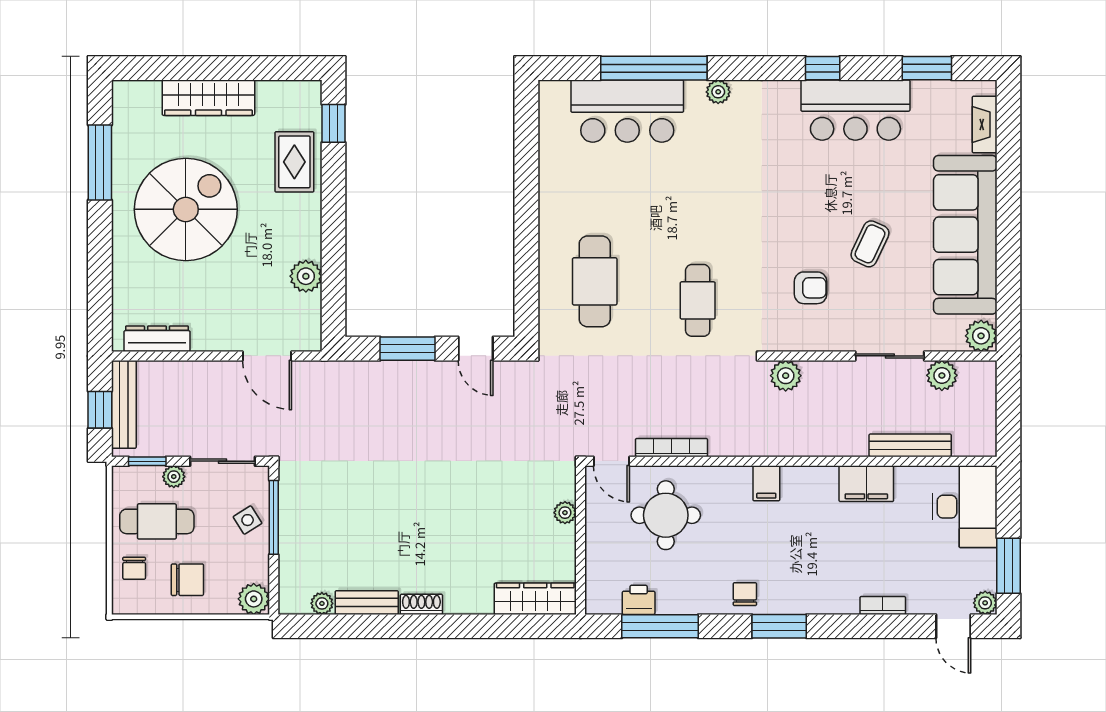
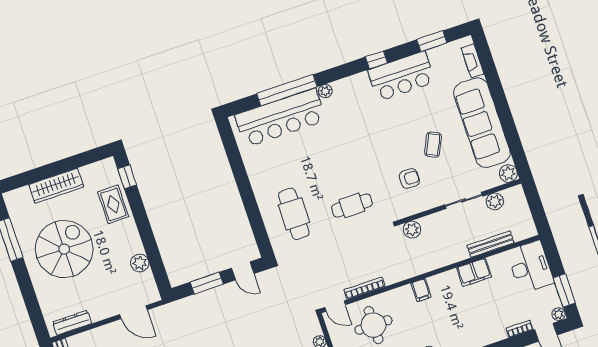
bar counter: (627, 111) -> (281, 118), width x1.36
cafe table: (698, 300) -> (352, 205), turned 90
bookcase: (883, 605) -> (520, 329), moved

